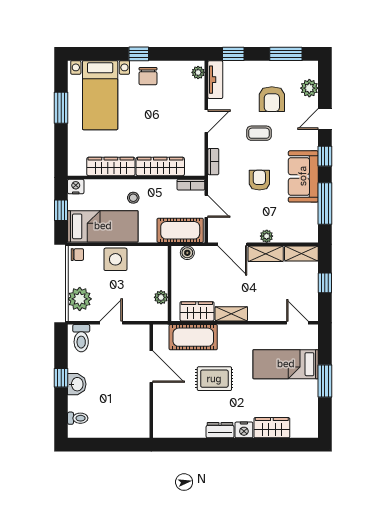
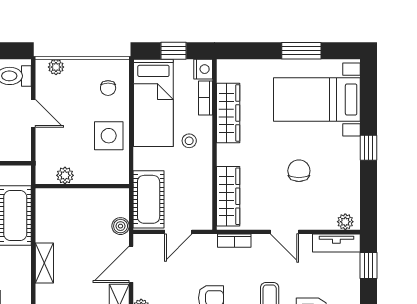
chair: (148, 76) -> (299, 171), moved, turned 90
wardrobe: (160, 166) -> (228, 196), moved
bookcase: (191, 185) -> (205, 98), moved
boiler: (187, 253) -> (121, 226), moved
chair: (77, 255) -> (108, 88), moved
side table: (115, 259) -> (109, 136), moved
plant: (80, 299) -> (56, 67), width x0.53, depth x0.53
wardrobe: (197, 311) -> (48, 220), removed

